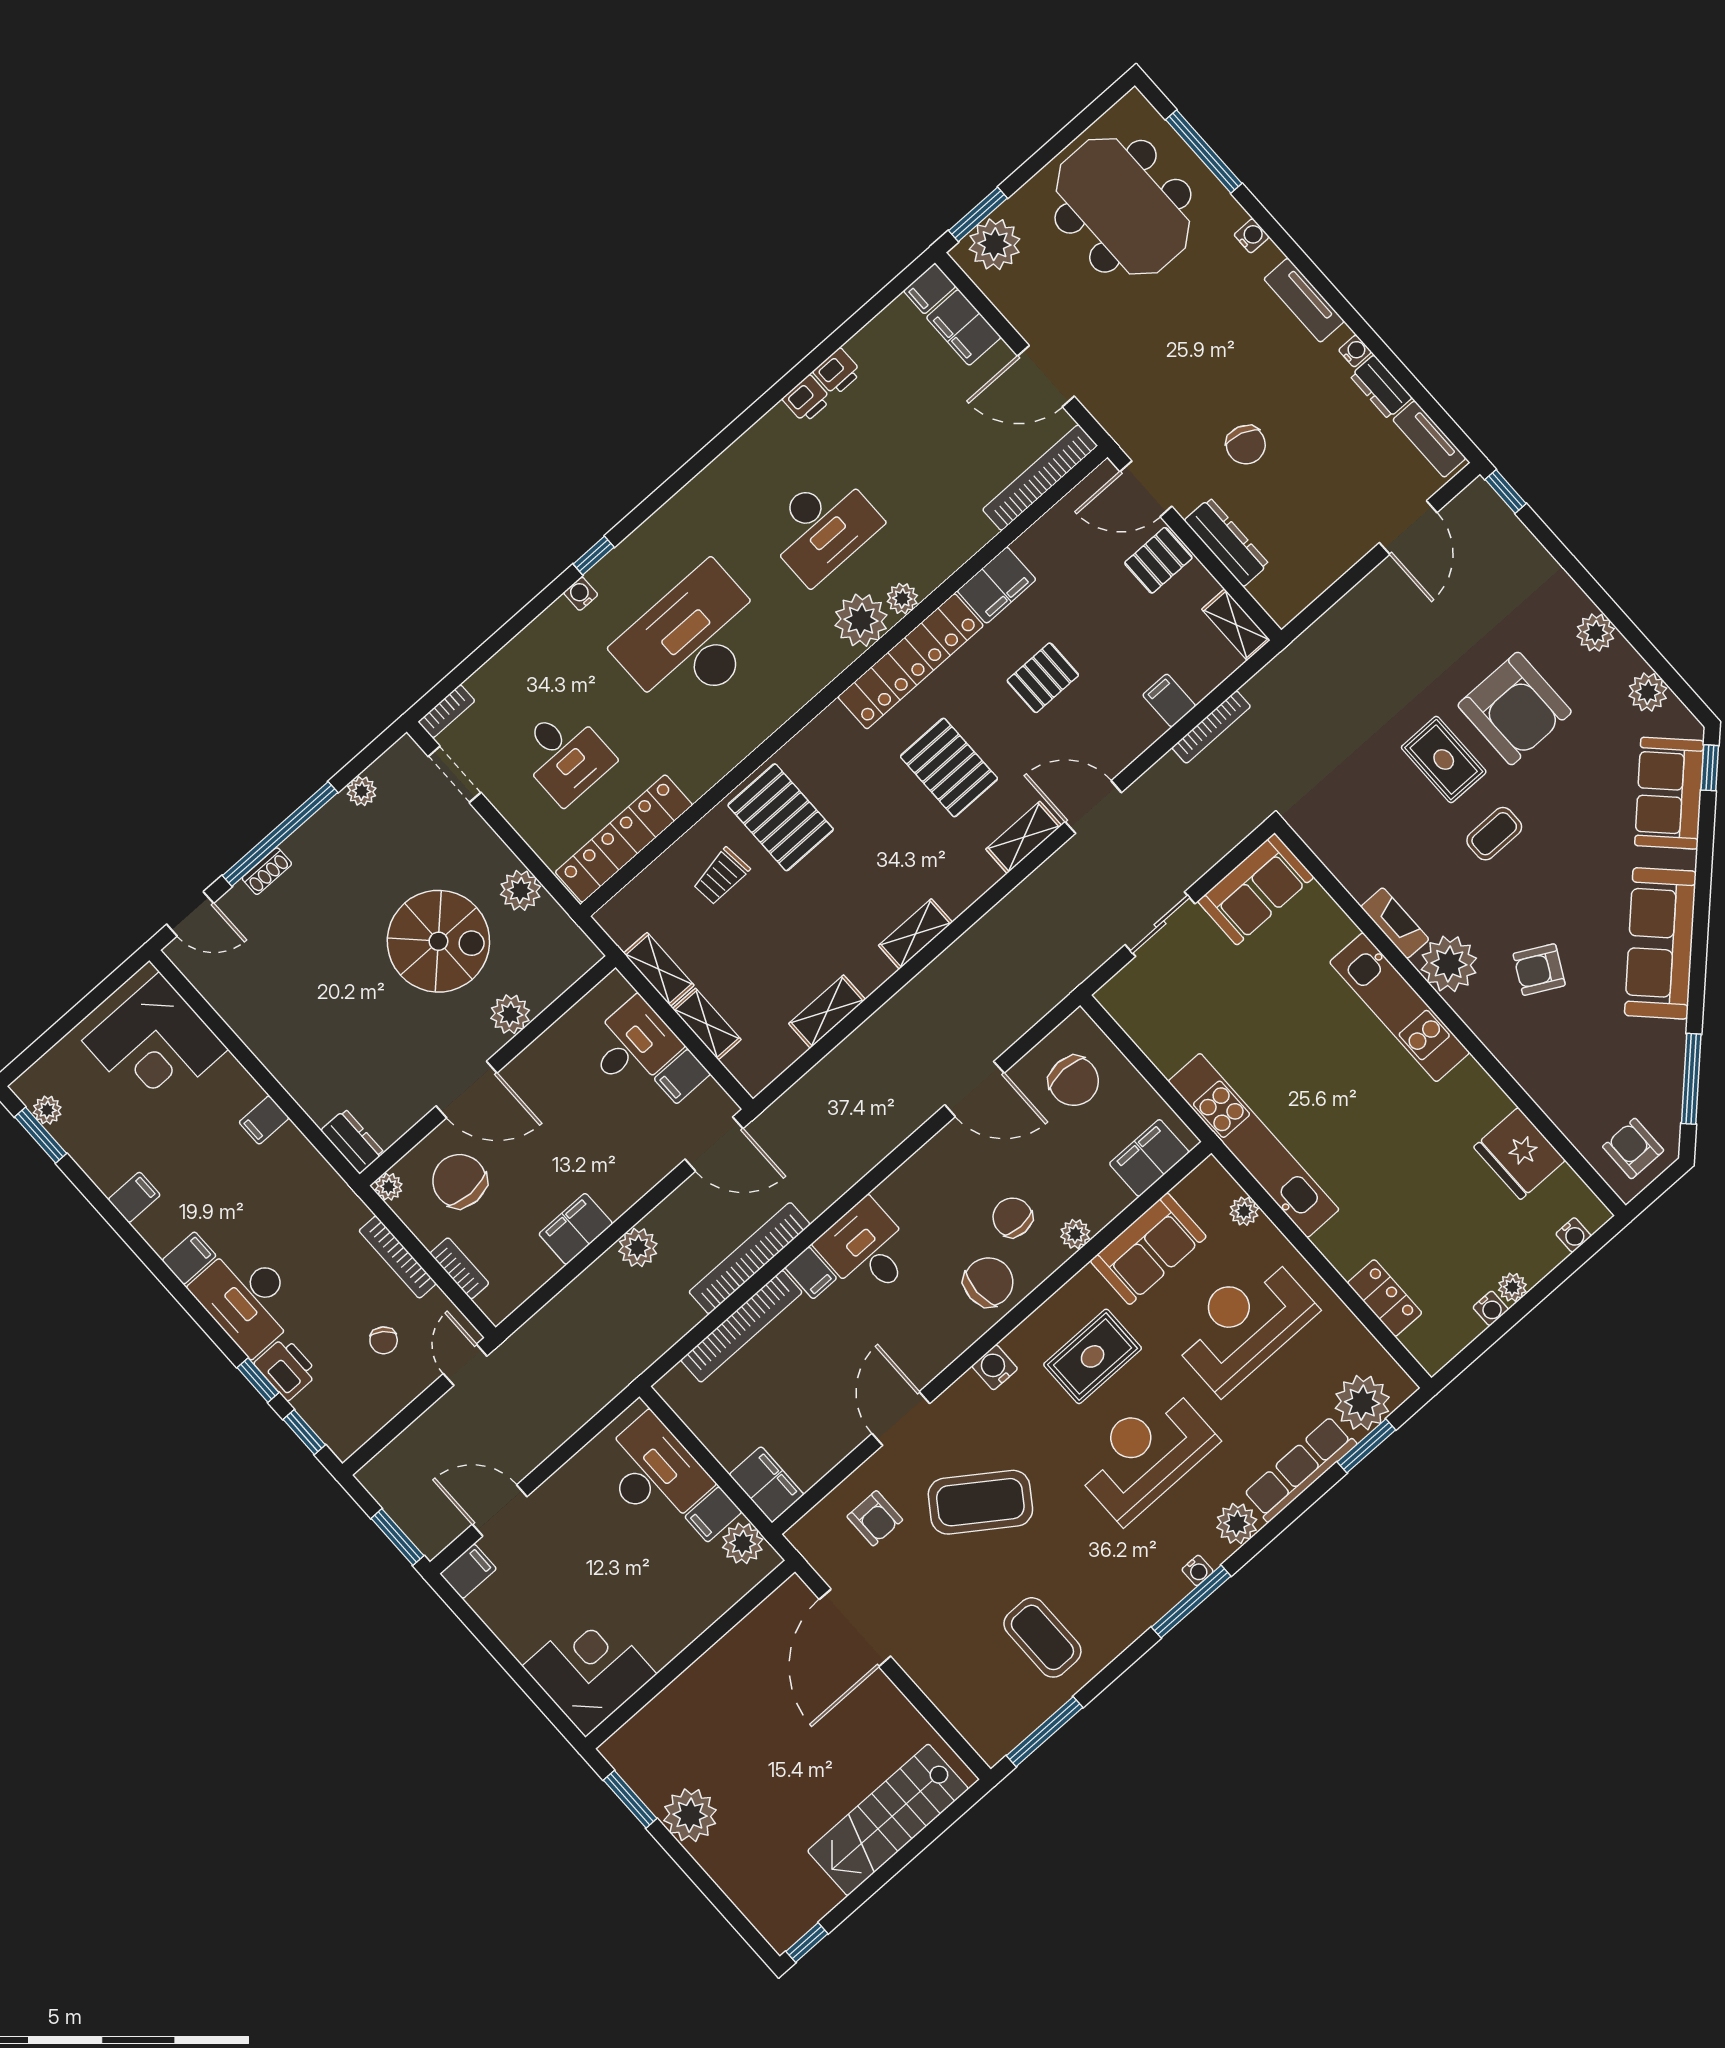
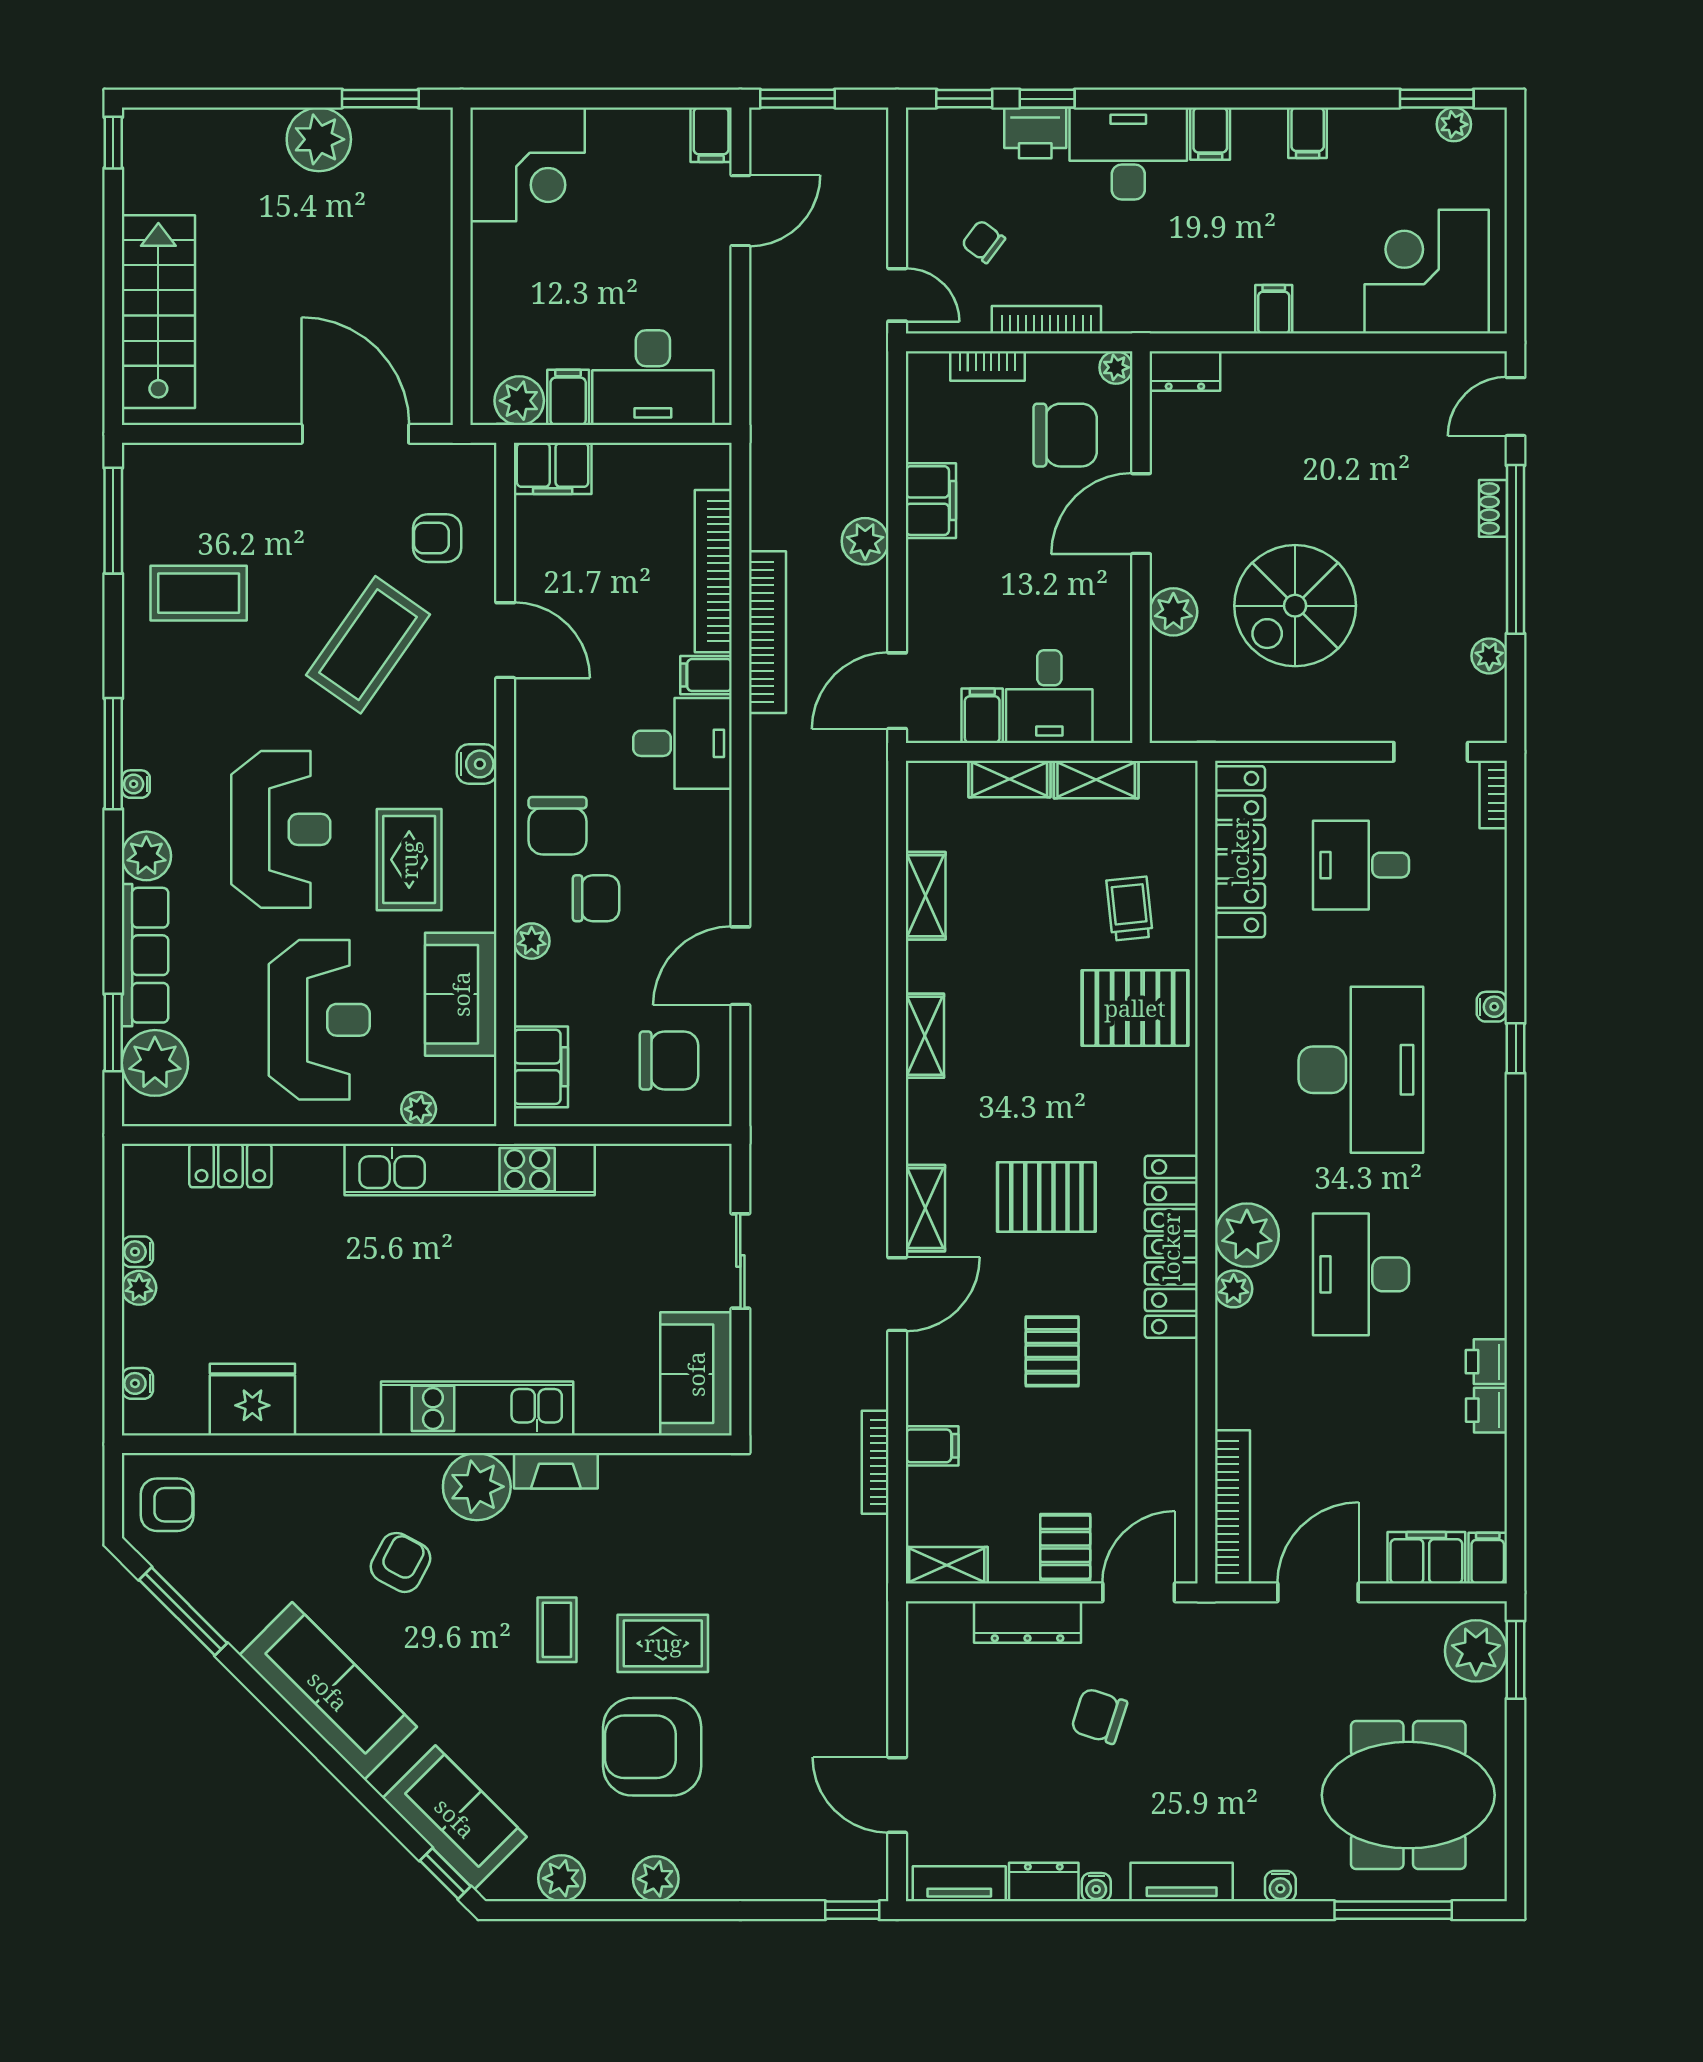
filing cabinet: (997, 585) -> (1171, 1383), removed
plant: (521, 890) -> (1275, 719), removed
chair: (1074, 1081) -> (669, 1060), turned 180

